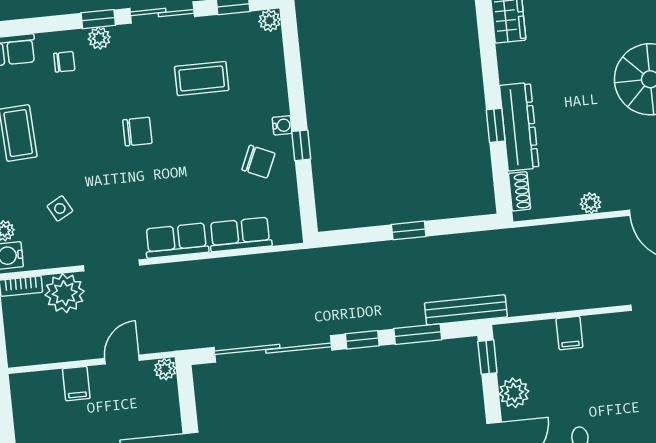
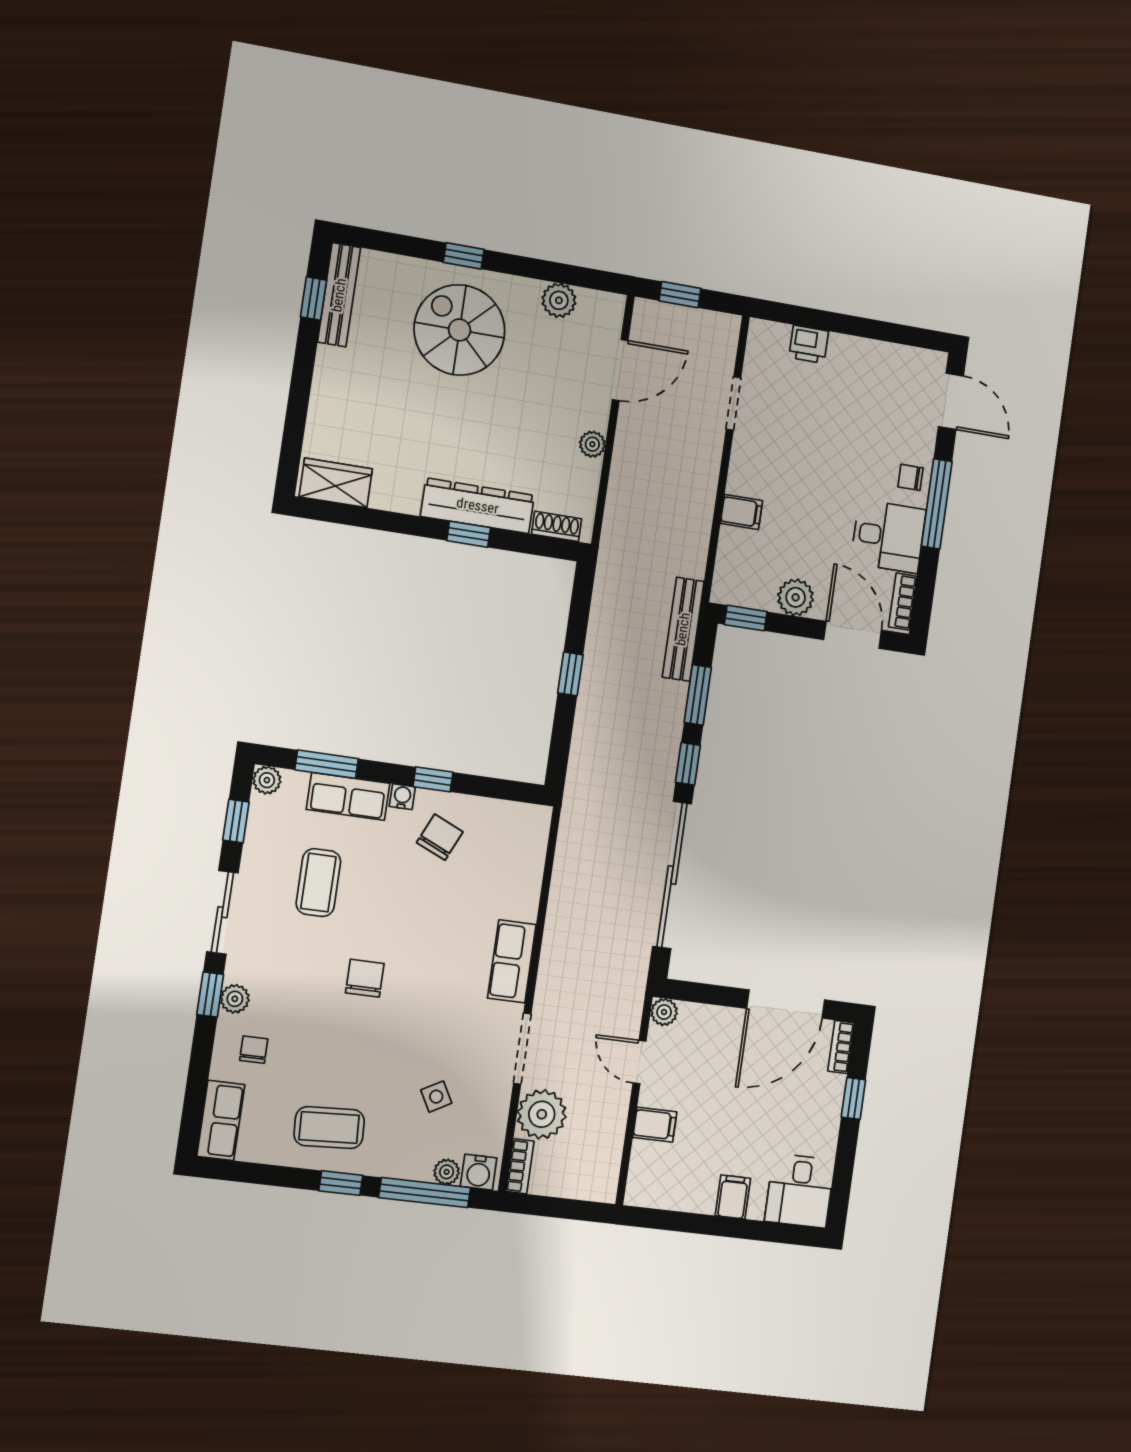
window: (293, 62) -> (327, 764), added
row of seats: (240, 234) -> (348, 796), moved, turned -90

